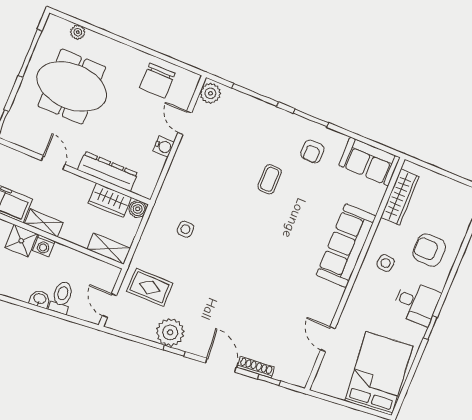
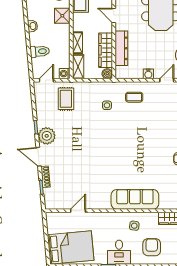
door: (53, 163) -> (114, 15), swing flipped
coffee table: (270, 179) -> (134, 97), moved
wardrobe: (110, 200) -> (106, 50), width x1.50
shelving: (44, 223) -> (78, 43), moved
washing machine: (44, 246) -> (65, 74), moved
washbasin: (40, 299) -> (33, 26), moved
plant: (170, 332) -> (47, 136), moved
door: (221, 365) -> (39, 157), swing flipped

